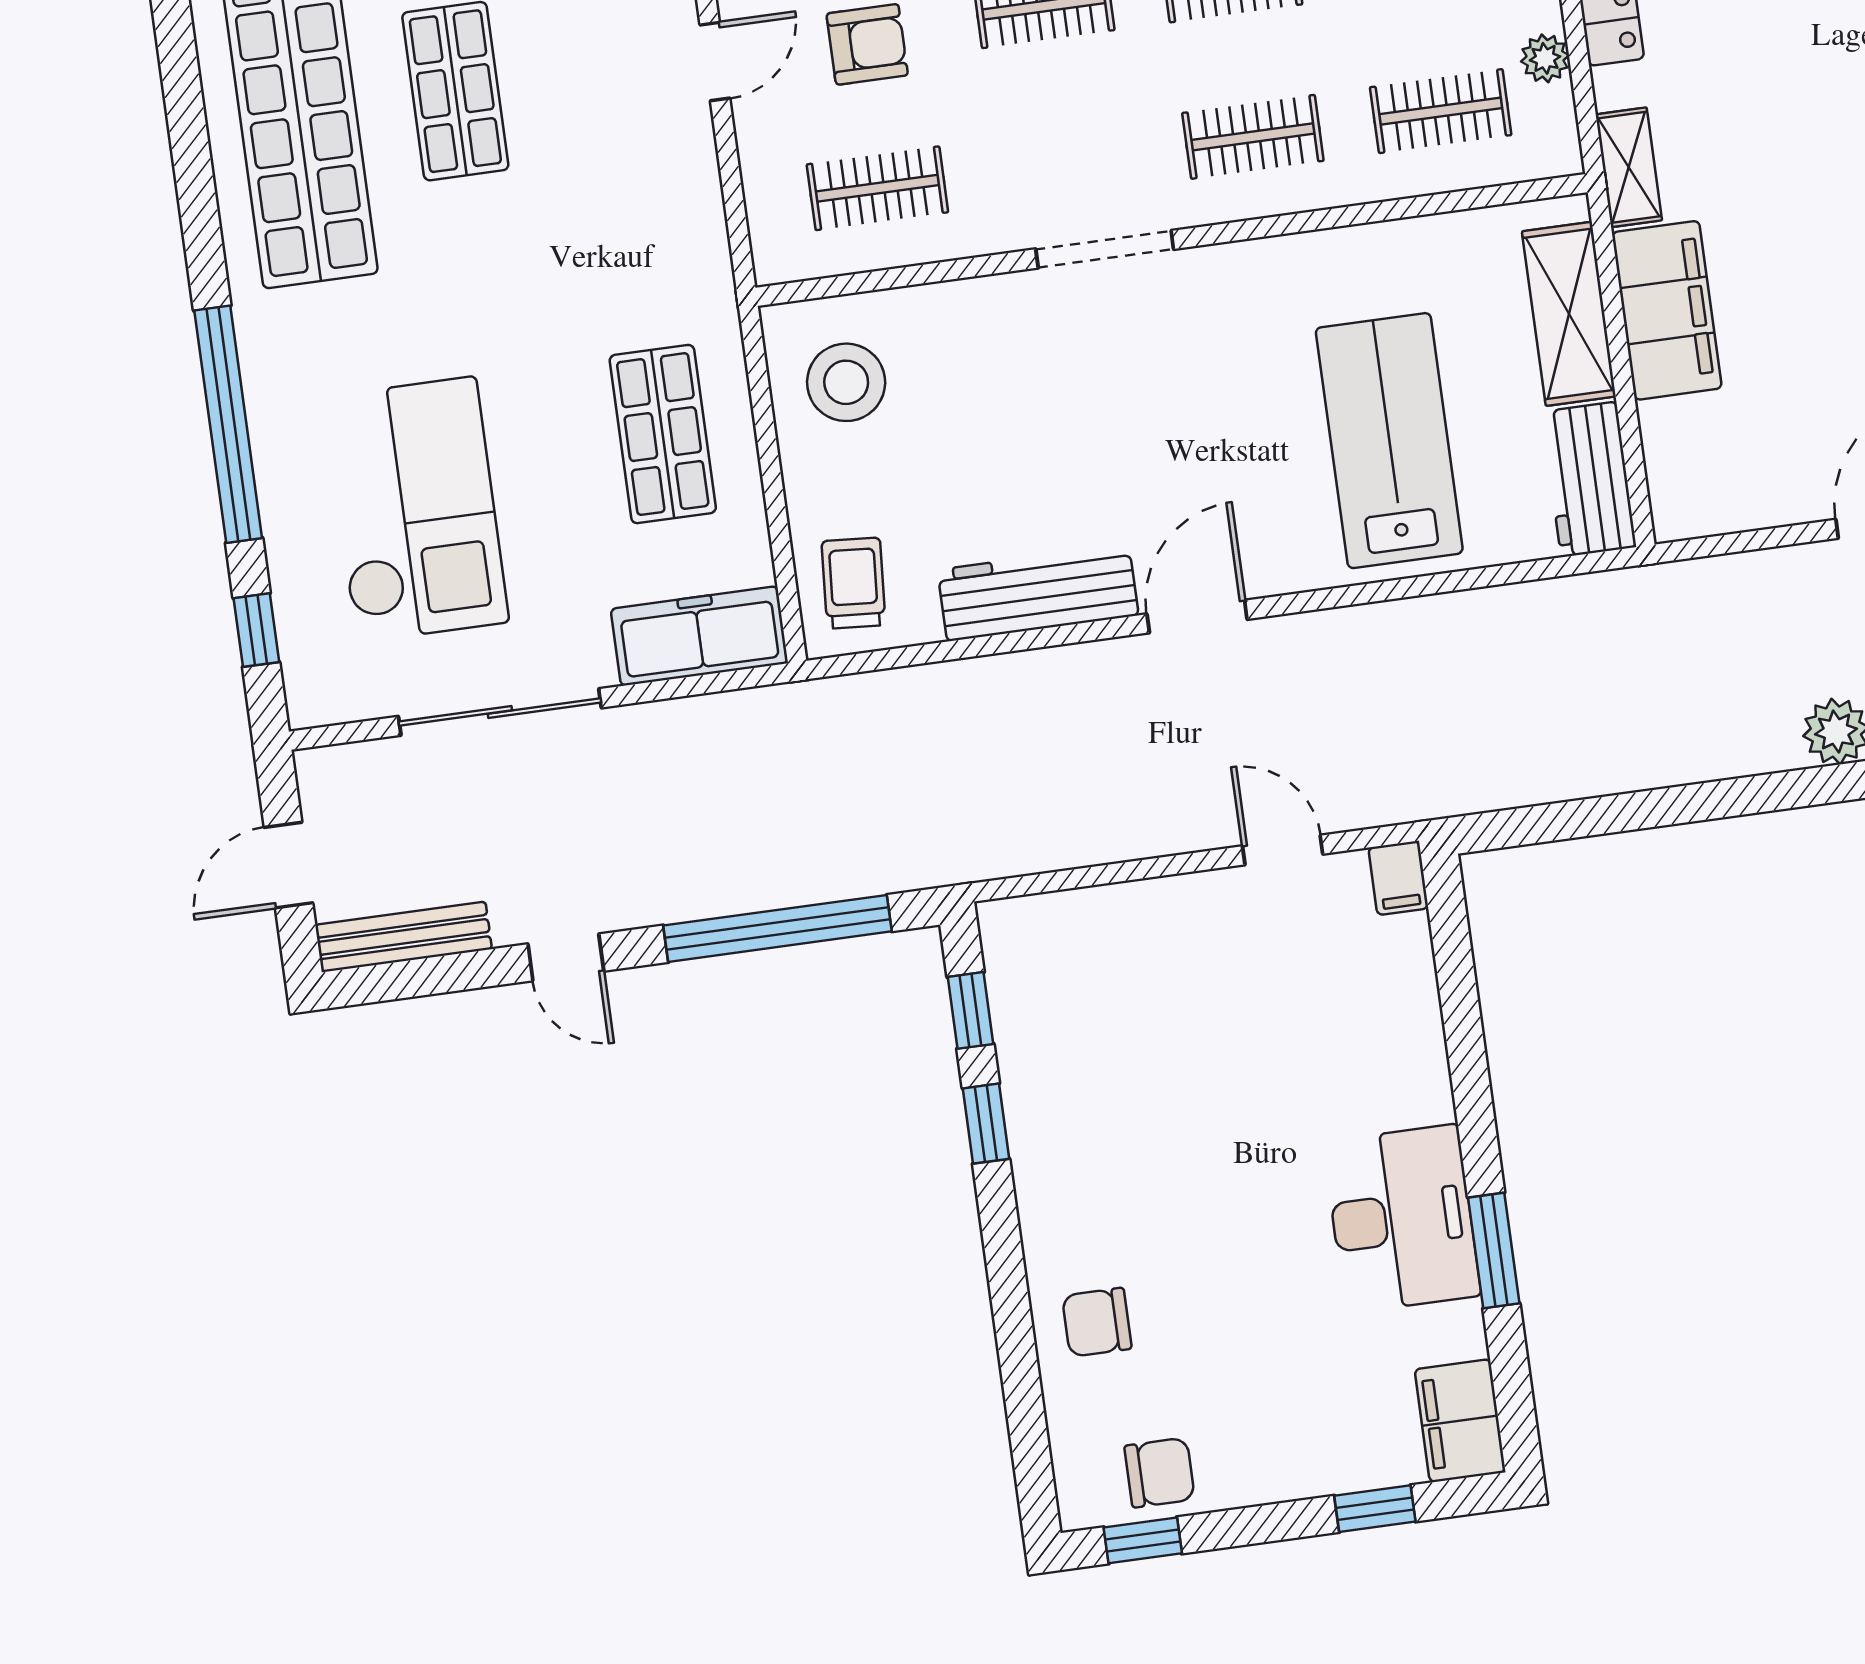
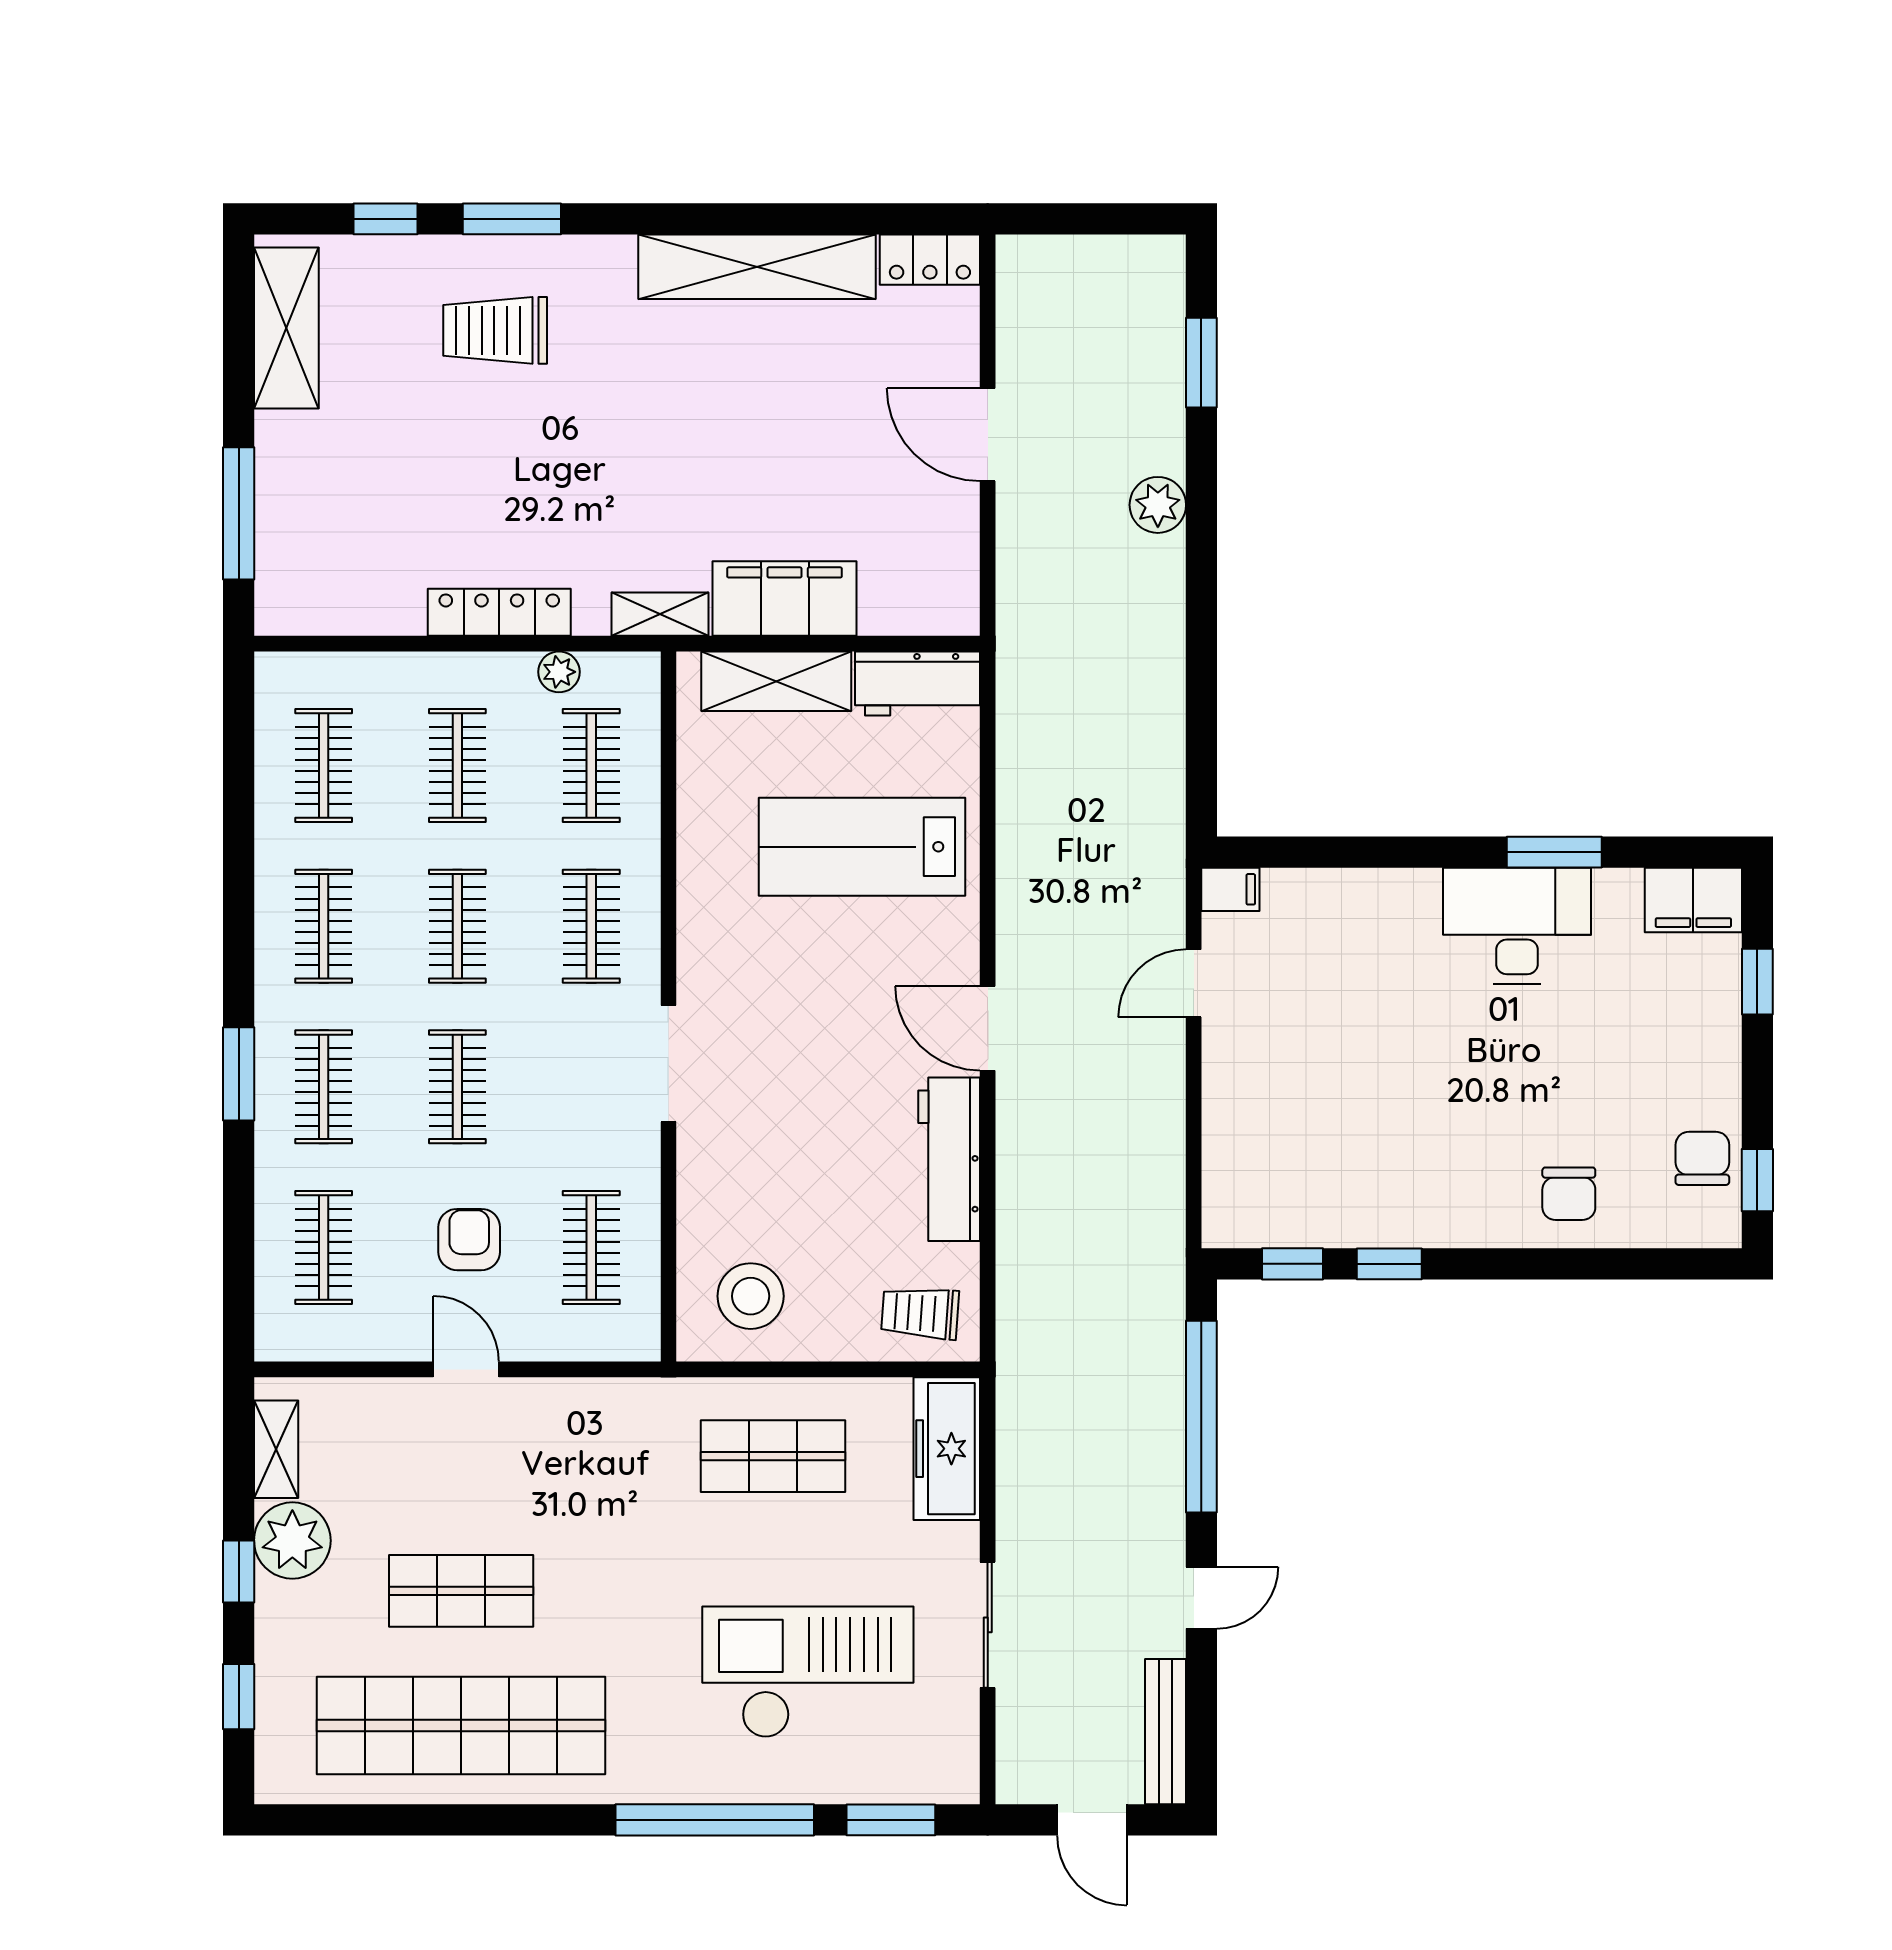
window: (256, 630) -> (891, 1820), width x1.50
sliding door: (500, 712) -> (988, 1625), width x0.73

